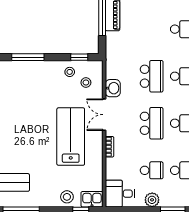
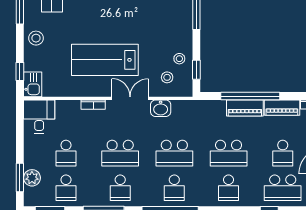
school desk: (152, 29) -> (229, 153), added
lab bench: (71, 137) -> (105, 60), turned 180
stool: (67, 197) -> (36, 38), moved
plant: (152, 200) -> (32, 178), moved

